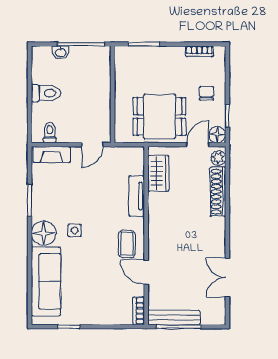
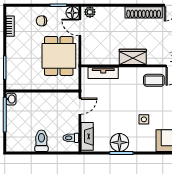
washbasin: (61, 52) -> (11, 99), moved
door: (92, 145) -> (80, 106), hinge flipped
wardrobe: (158, 173) -> (133, 57), moved
shoe rack: (218, 192) -> (144, 12), moved
tv unit: (137, 196) -> (103, 73), moved
floor lamp: (44, 233) -> (119, 142), moved

